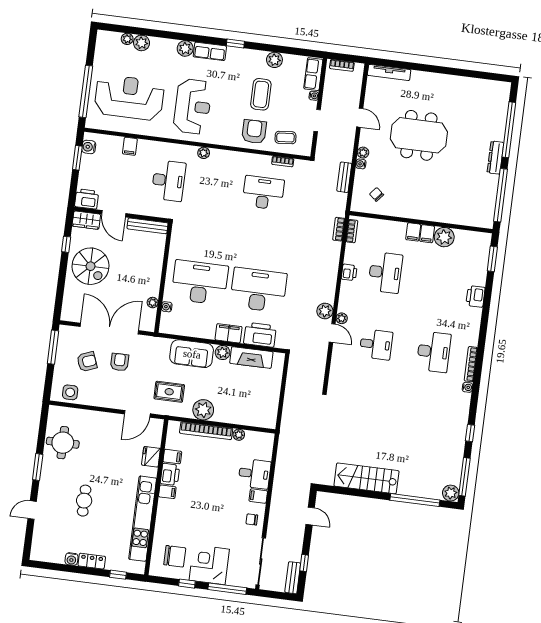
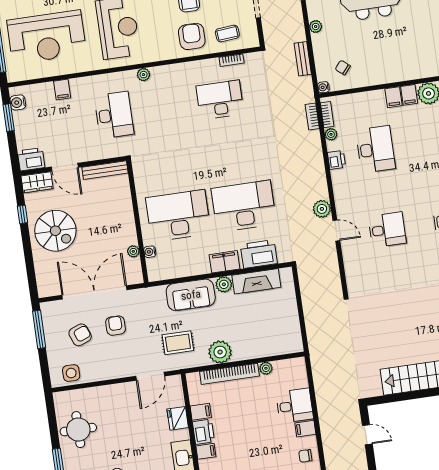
reception desk: (129, 98) -> (47, 37), turned 180
water cooler: (361, 164) -> (323, 87), moved
plant: (342, 318) -> (331, 134), moved

